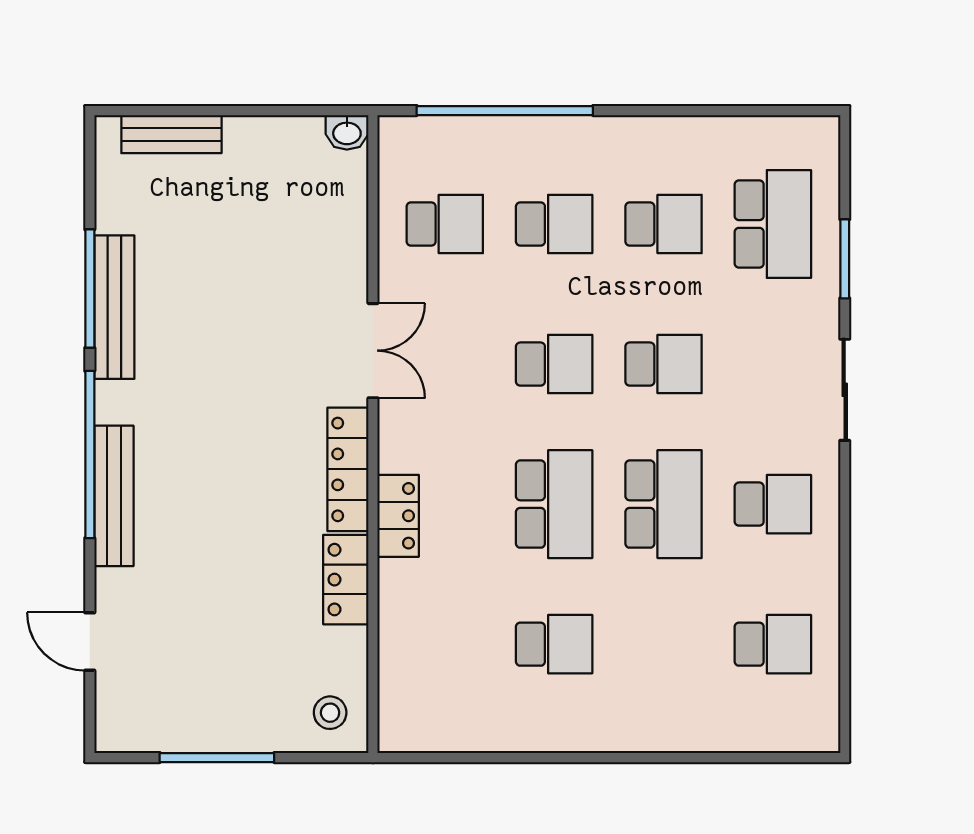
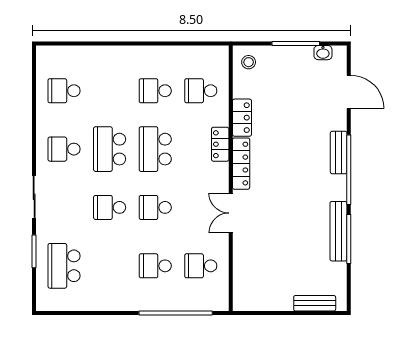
washbasin: (347, 132) -> (323, 53), moved, turned 180
school desk: (664, 224) -> (201, 91), moved
bench: (114, 496) -> (339, 153), width x0.73
door: (90, 642) -> (349, 92), width x1.38

